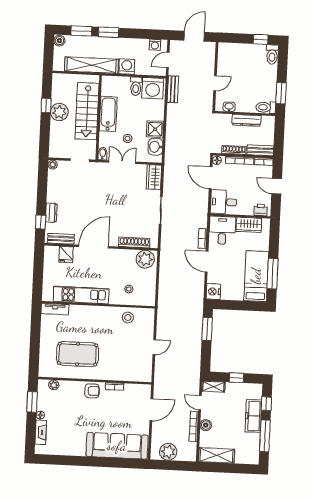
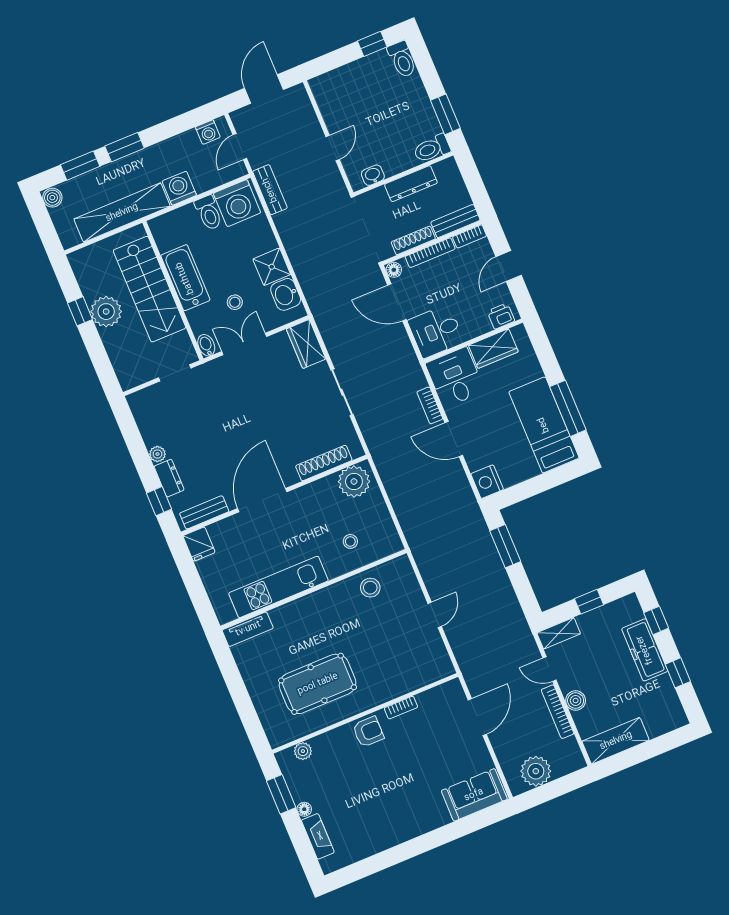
plant: (53, 165) -> (157, 454), moved
door: (277, 186) -> (509, 266), hinge flipped
fridge: (66, 254) -> (199, 544), moved
window: (265, 436) -> (678, 673), width x0.46
sofa: (117, 446) -> (474, 795), width x0.54, depth x0.79

